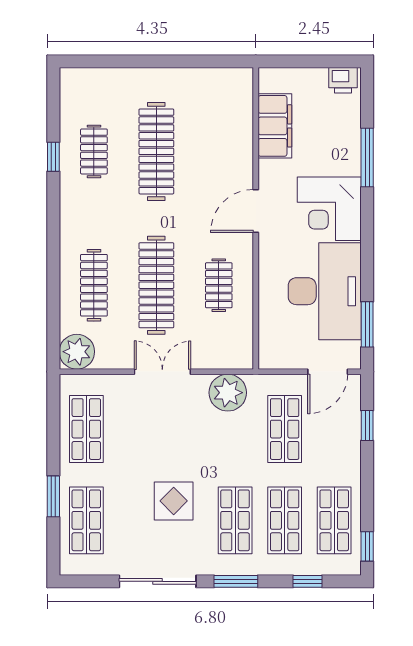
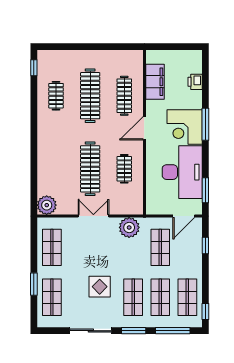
printer: (343, 80) -> (195, 82), moved, turned 90
window: (53, 157) -> (34, 68), moved
window: (367, 157) -> (205, 124), moved
clothes rail: (94, 285) -> (124, 96), moved
window: (307, 581) -> (173, 331), width x2.17

